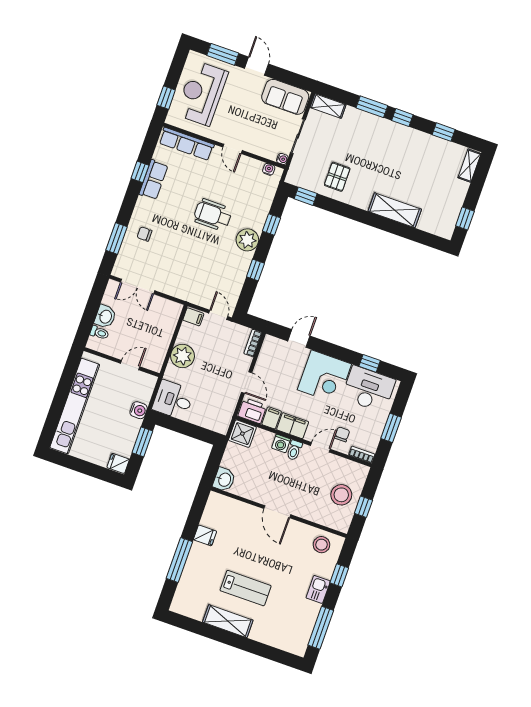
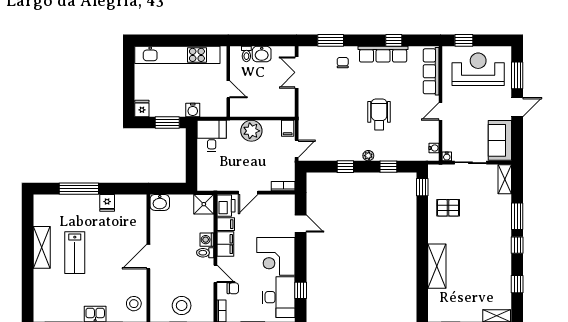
row of seats: (154, 180) -> (383, 54), width x1.48
plant: (247, 240) -> (368, 156), width x0.53, depth x0.53

